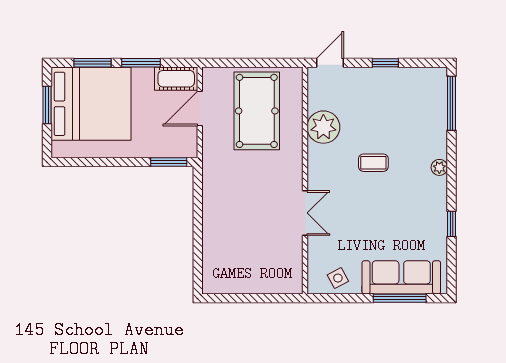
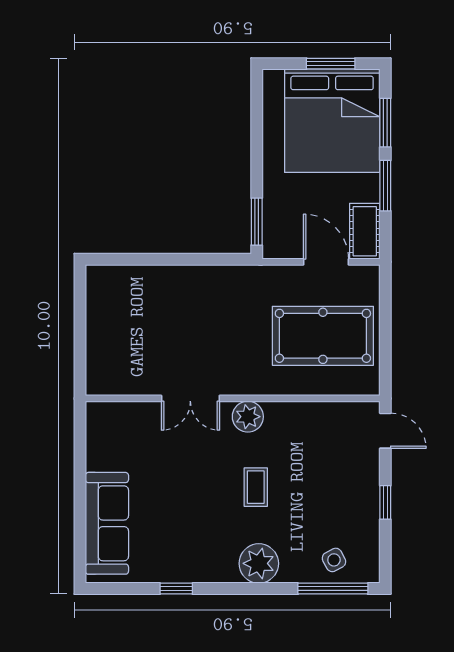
plant: (323, 127) -> (248, 417), moved, width x0.73, depth x0.73
plant: (439, 167) -> (259, 563), width x1.88, depth x1.88
side table: (338, 278) -> (334, 560), moved
window: (400, 298) -> (80, 521), removed

